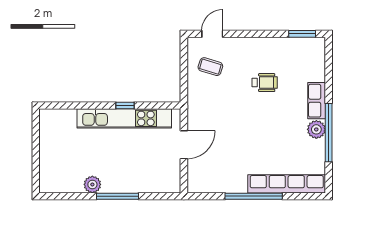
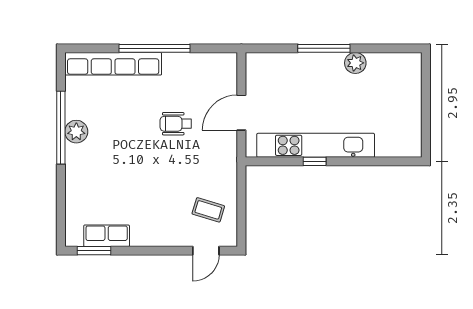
wheelchair: (265, 83) -> (176, 124), moved
row of seats: (317, 101) -> (107, 236), moved, turned -90

